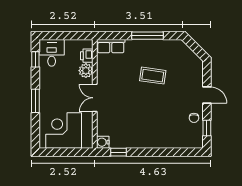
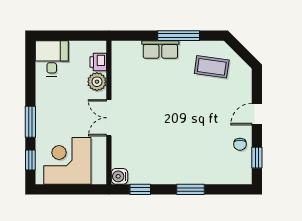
row of seats: (111, 46) -> (160, 49), moved
window: (35, 59) -> (30, 160), moved
coffee table: (153, 76) -> (212, 67), moved
door: (207, 95) -> (257, 114), swing flipped
window: (157, 152) -> (190, 189), added

